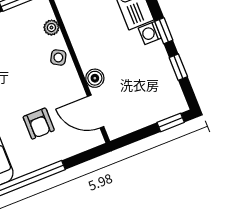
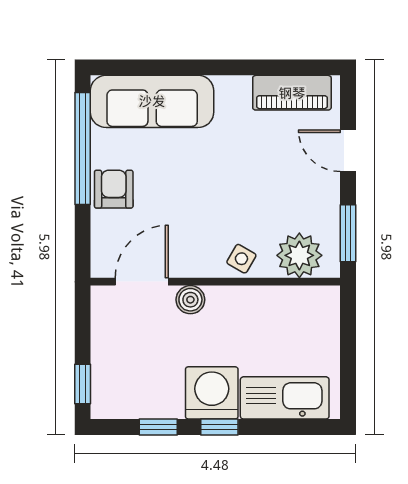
plant: (51, 28) -> (299, 255), width x1.88, depth x1.88
washing machine: (150, 33) -> (212, 393), width x1.89, depth x1.89
armchair: (39, 124) -> (114, 189), moved, turned 90

